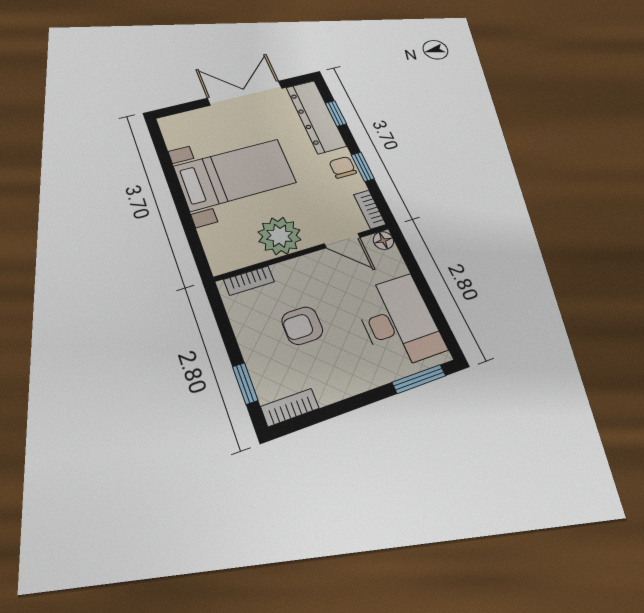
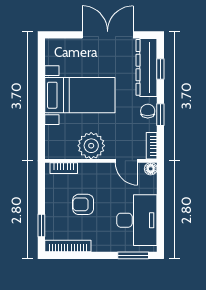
bookcase: (290, 407) -> (68, 246), width x1.56

